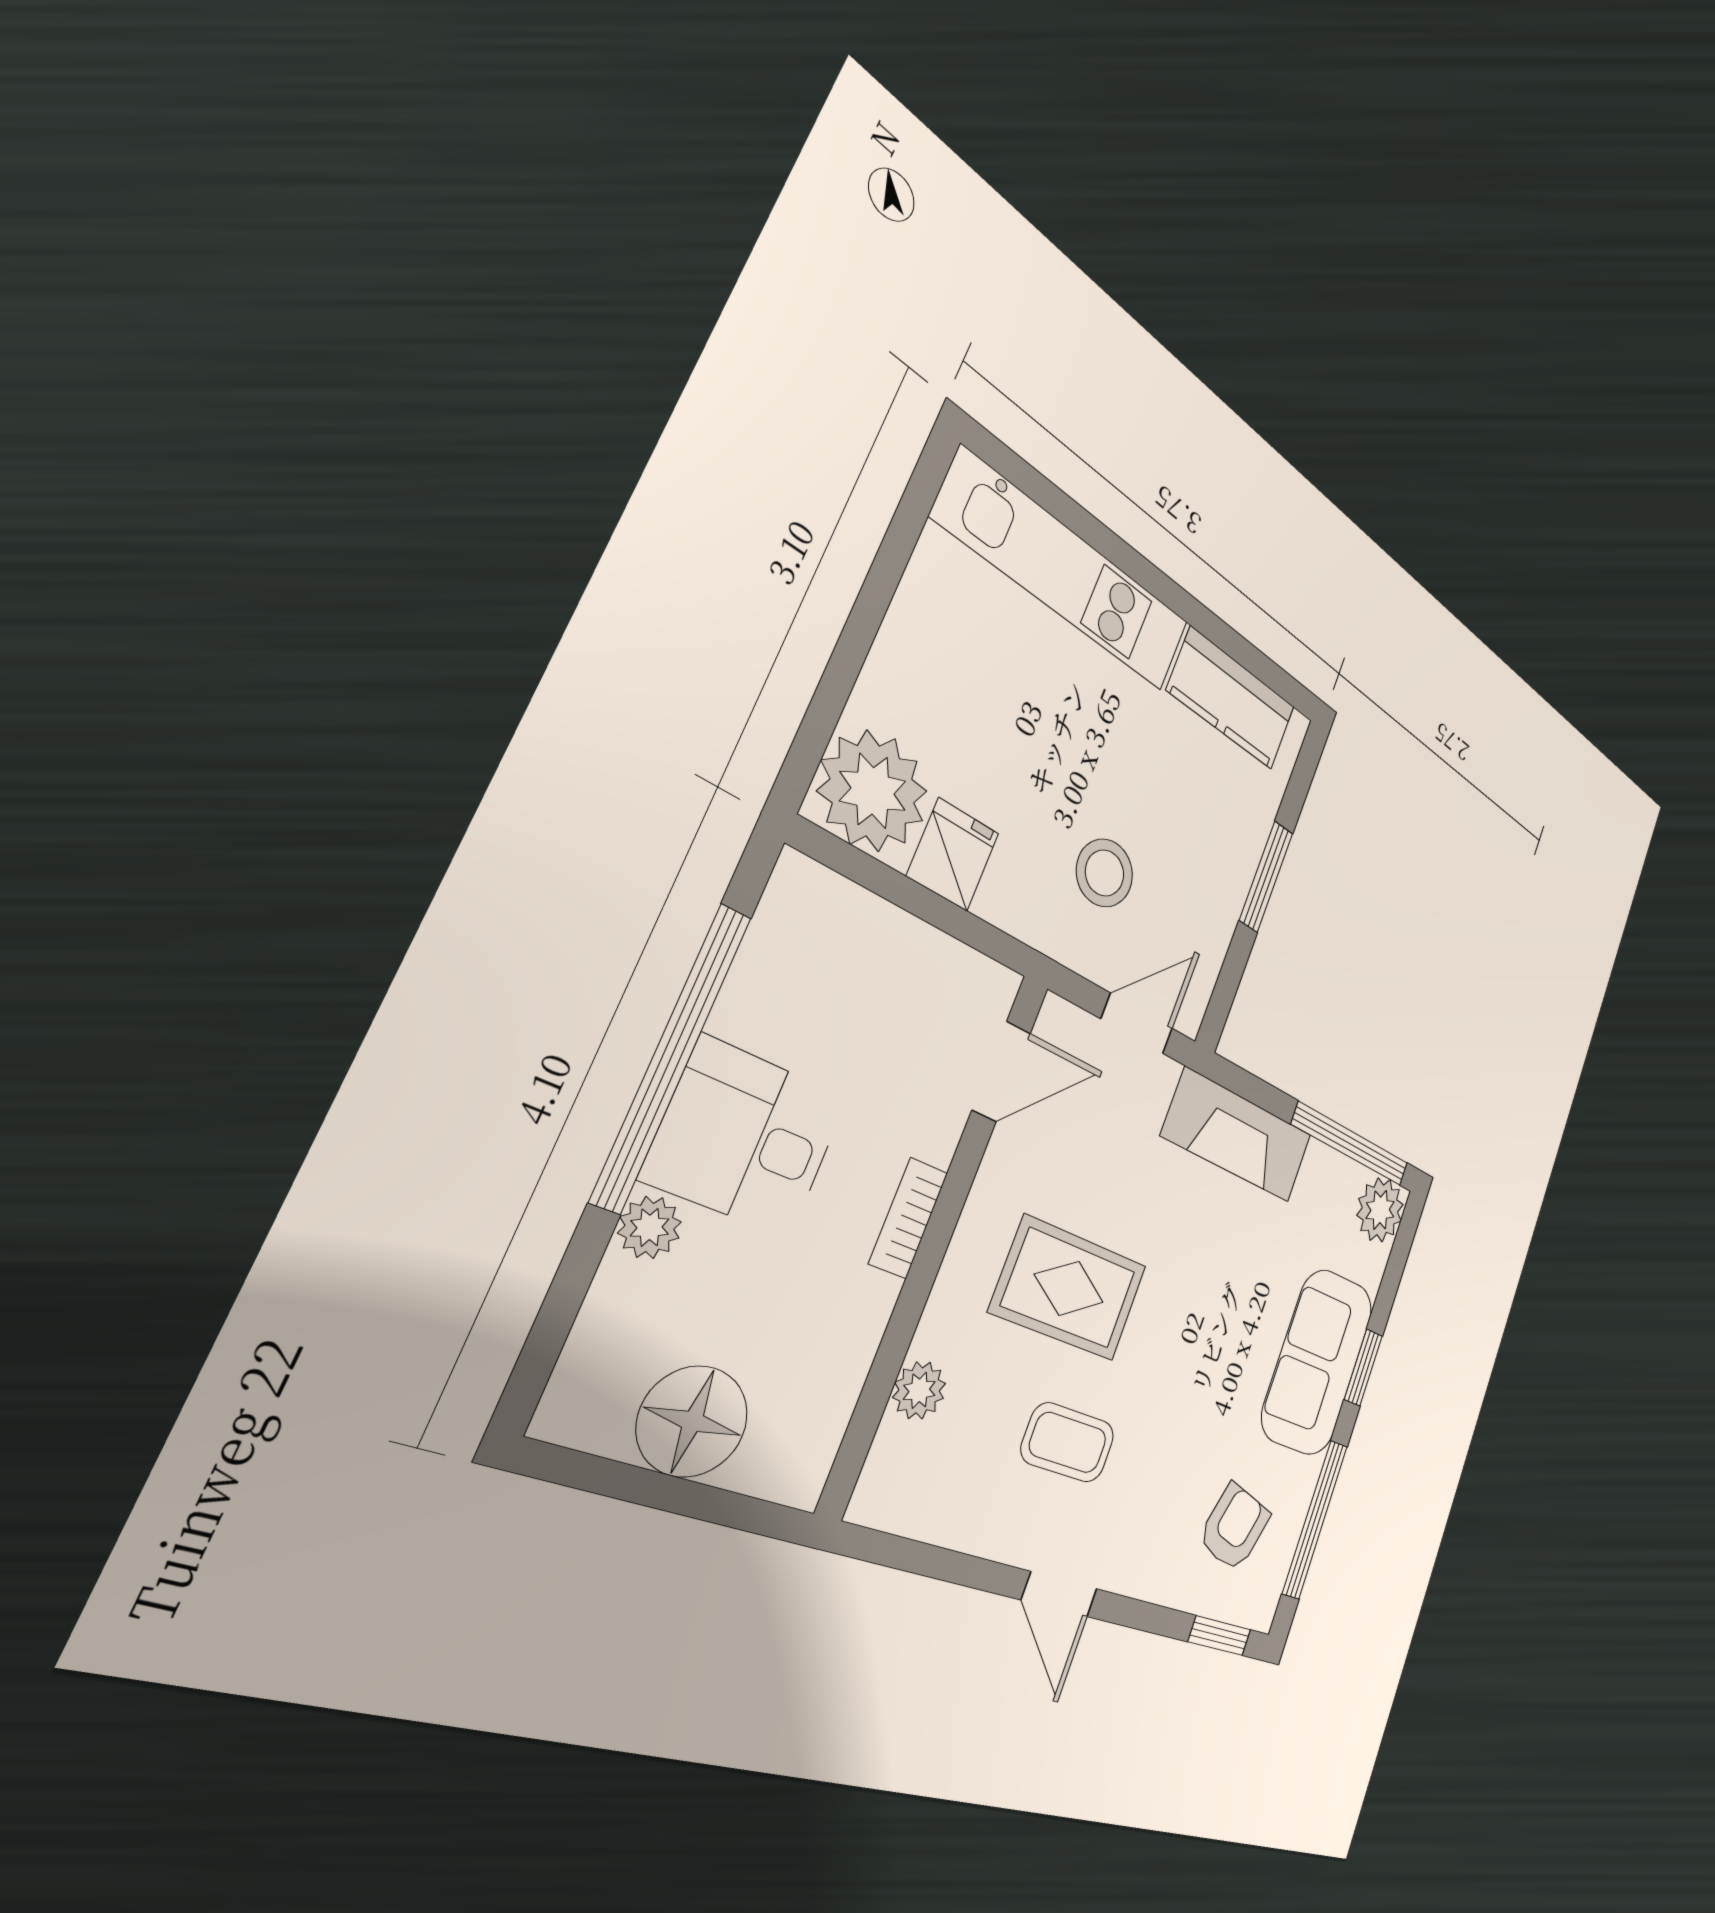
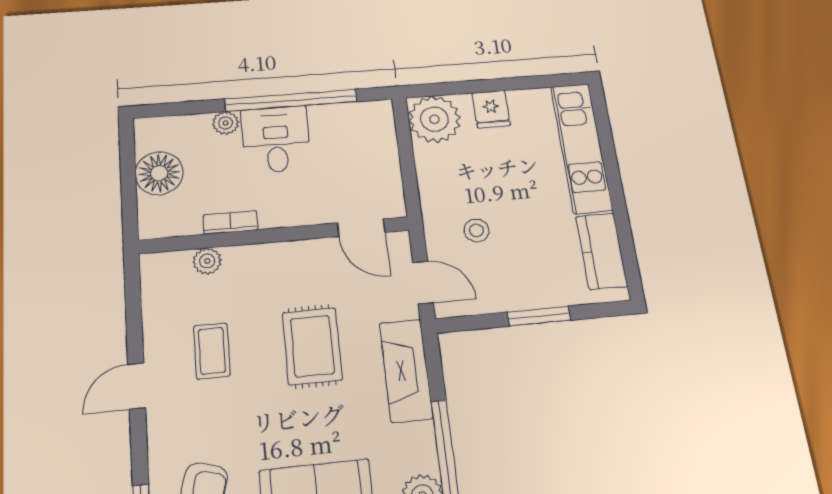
fridge: (953, 854) -> (491, 109), moved, turned 90
stool: (1105, 873) -> (476, 230), width x0.73, depth x0.73
bookcase: (908, 1218) -> (230, 222), moved
rug: (1069, 1288) -> (312, 346), moved

